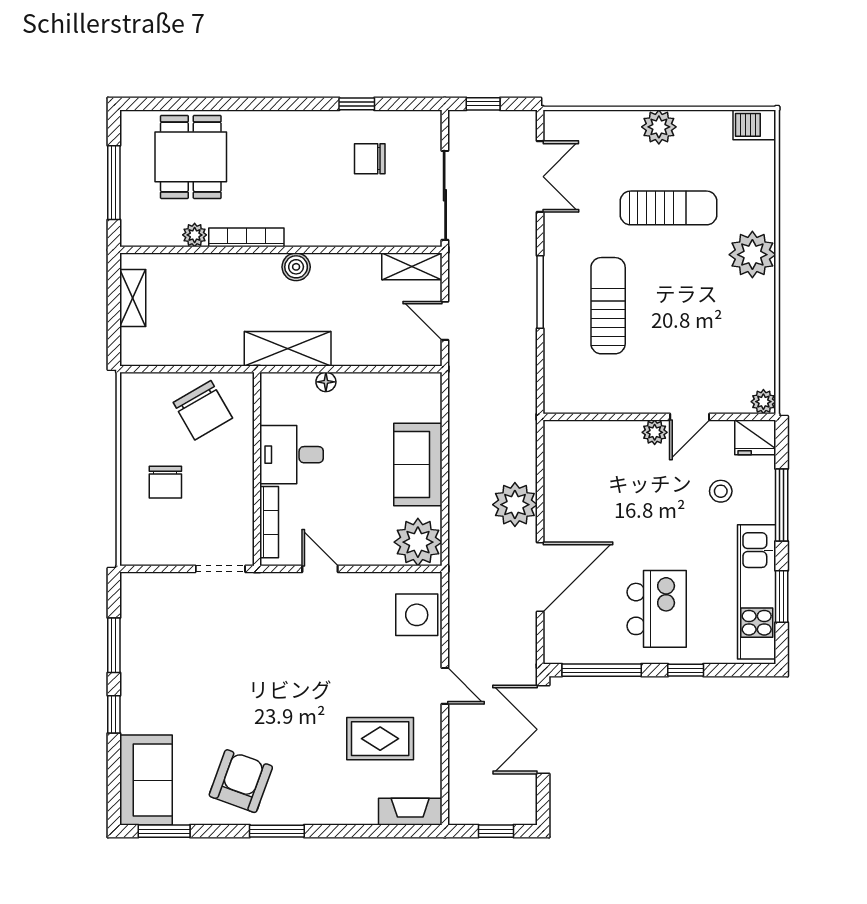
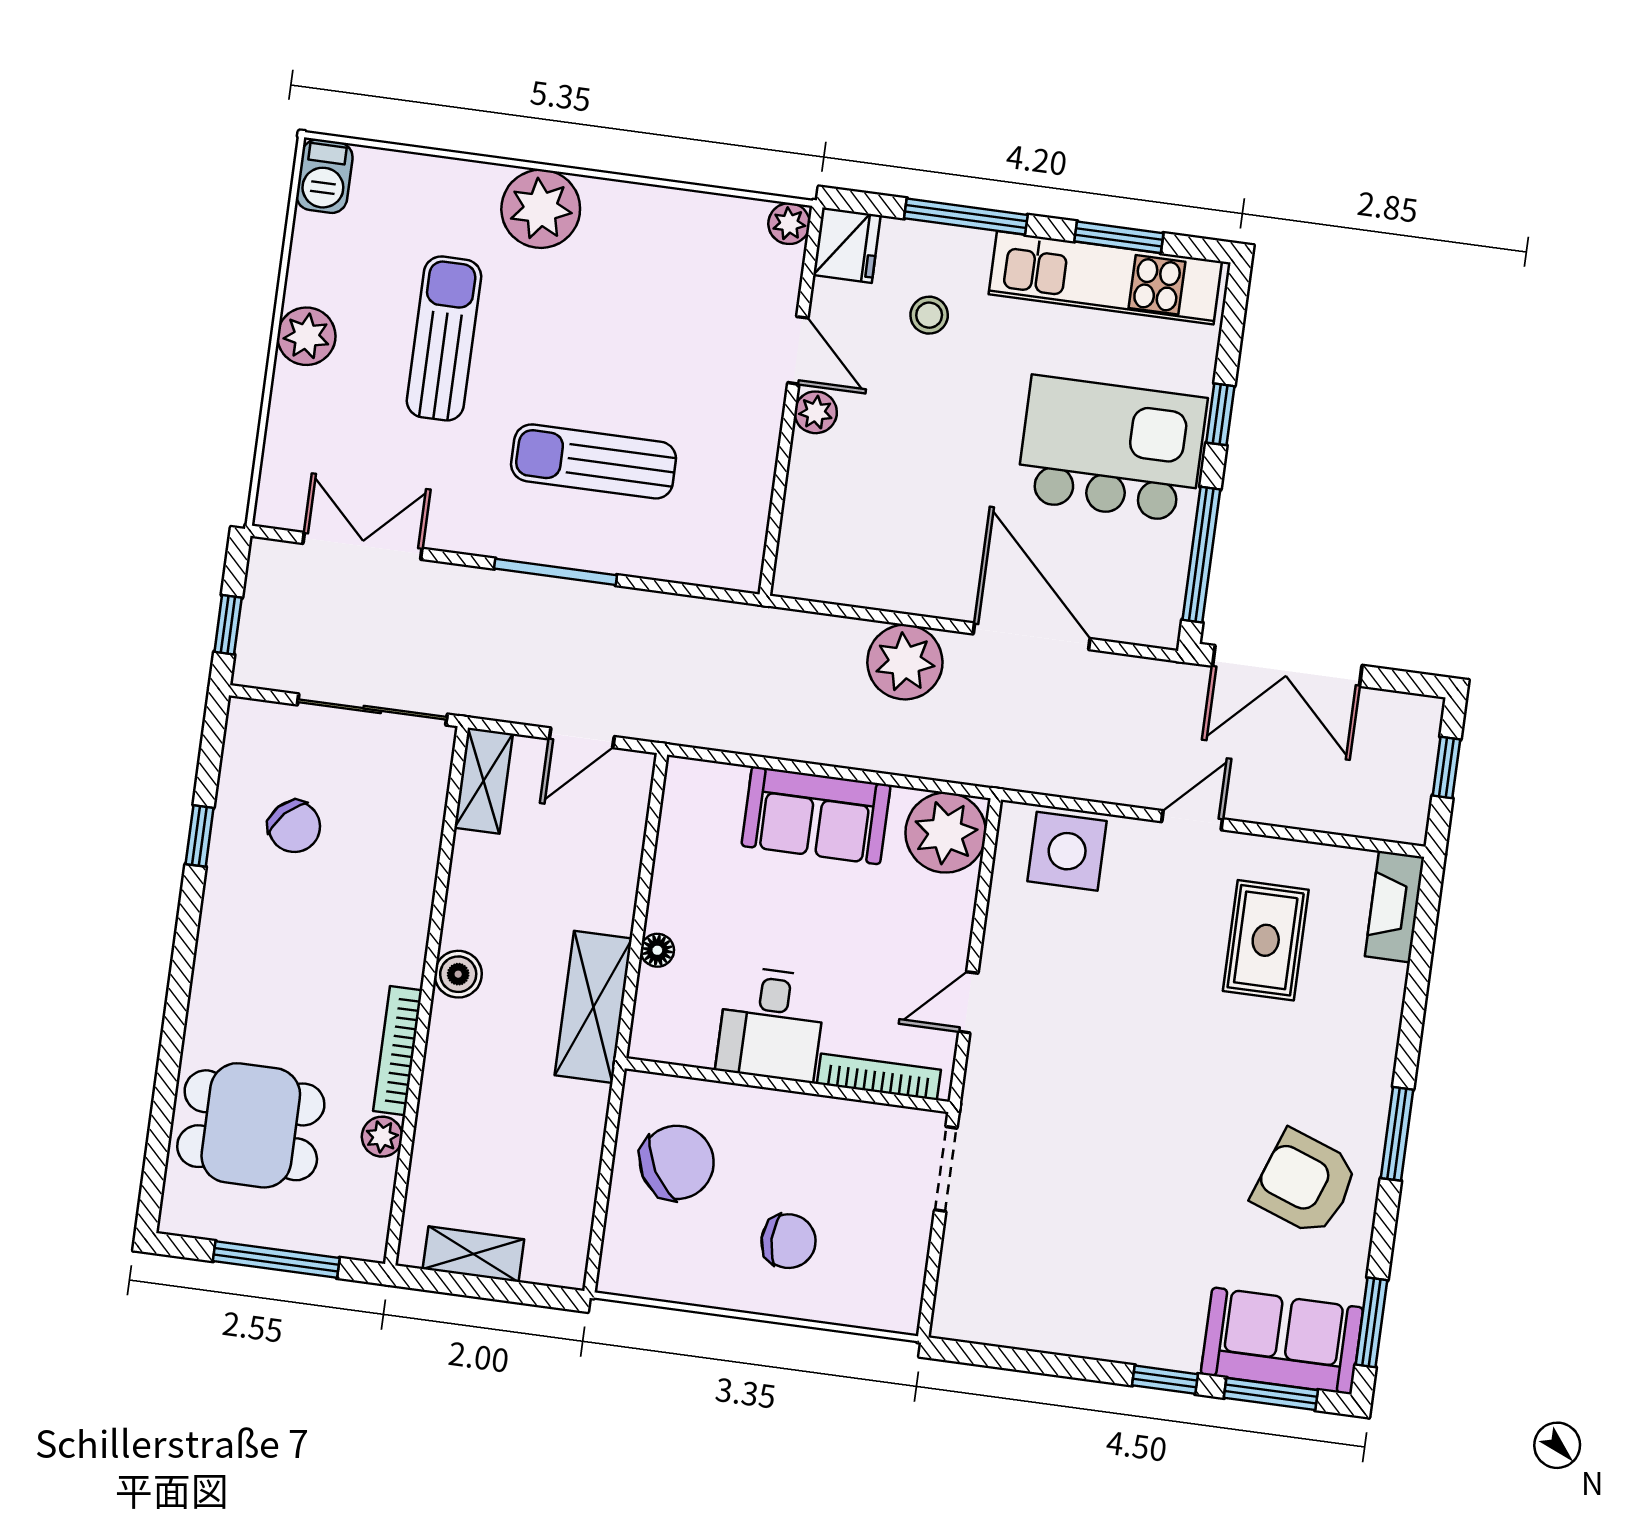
chair: (370, 159) -> (294, 827), turned -46
kitchen island: (657, 609) -> (1111, 449), width x1.37, depth x1.28
window: (114, 645) -> (1271, 1394), moved

